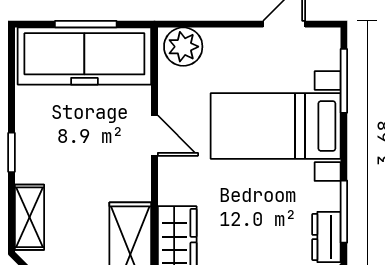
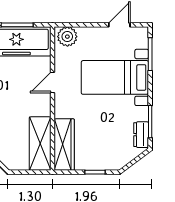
door: (154, 136) -> (52, 82), swing flipped

